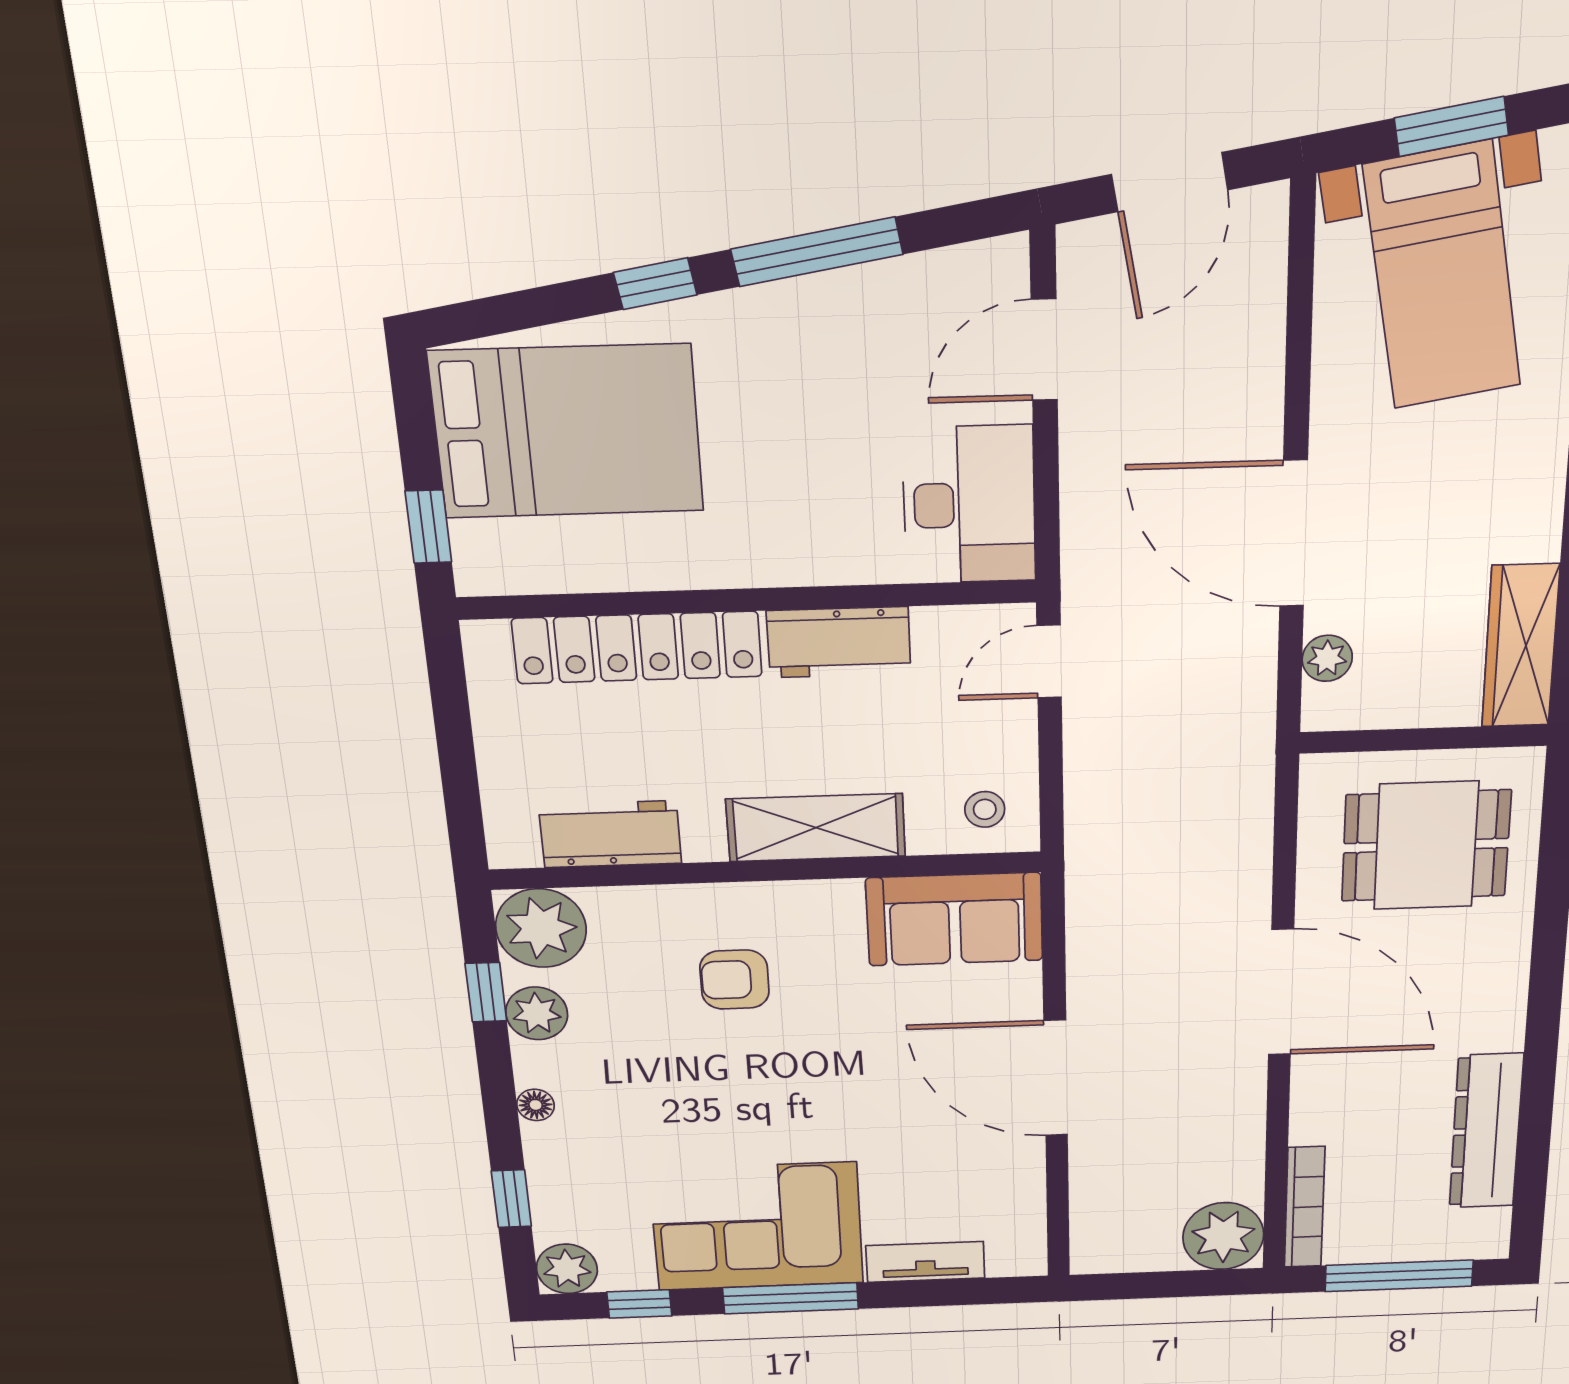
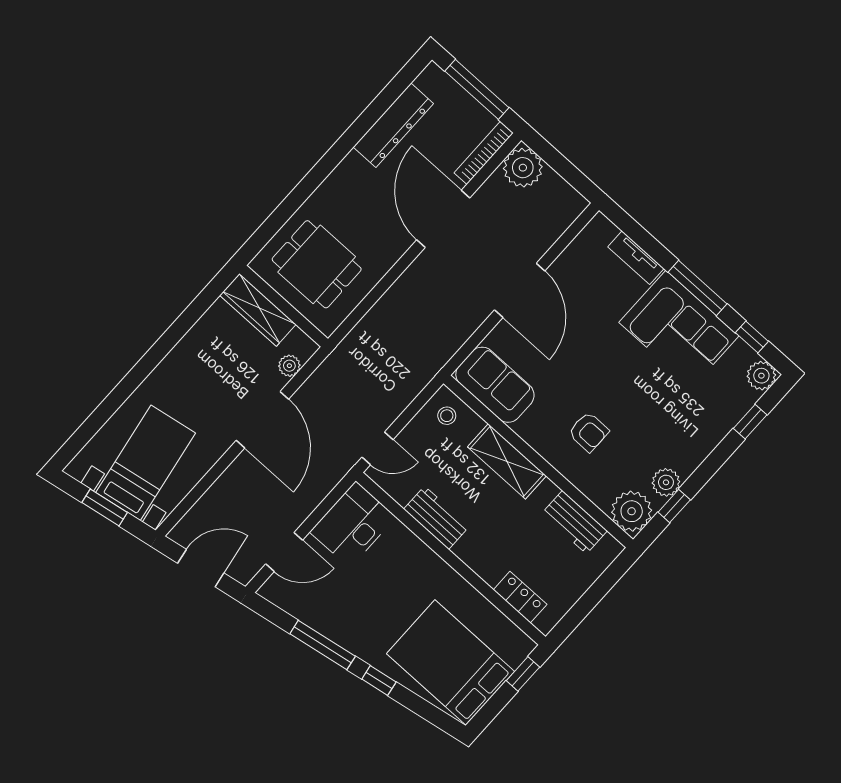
wardrobe: (1520, 646) -> (258, 310), moved, turned 90
locker: (637, 647) -> (520, 597), width x0.46, depth x0.83
door: (1281, 992) -> (443, 219), moved
floor lamp: (536, 1105) -> (703, 449), removed

